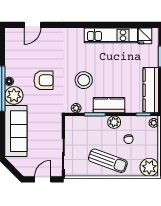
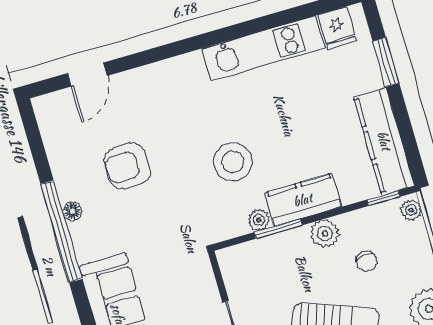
armchair: (43, 80) -> (127, 166), moved, turned 180
plant: (14, 95) -> (92, 239), removed
plant: (76, 108) -> (259, 220), moved

